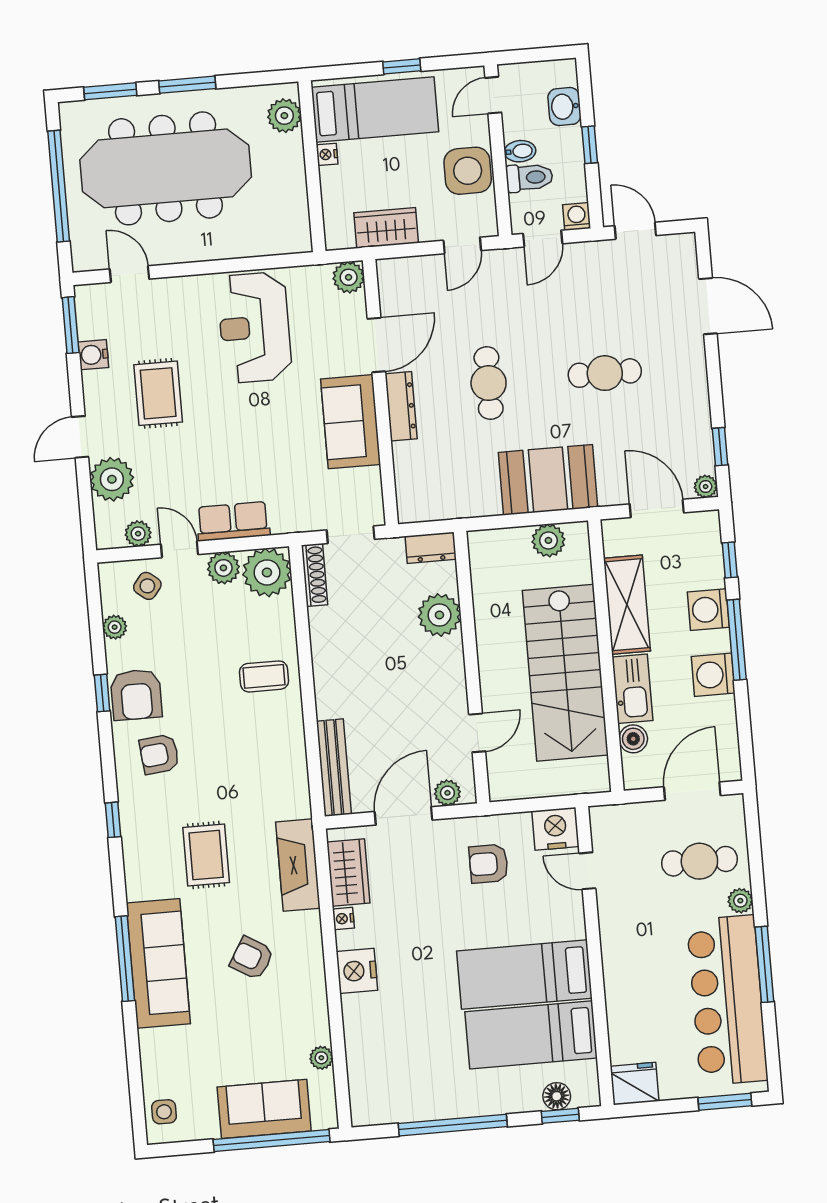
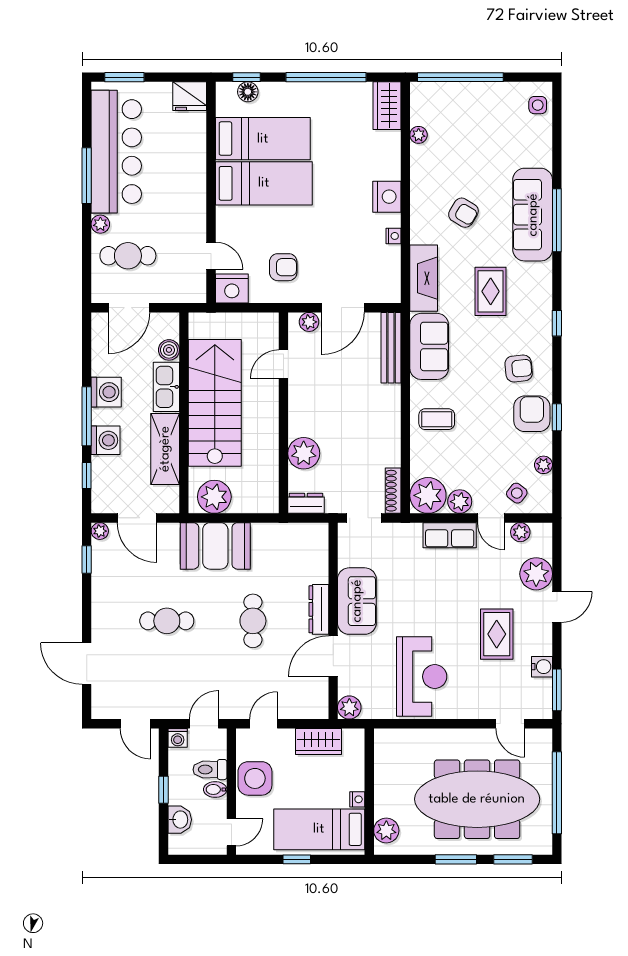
plant: (548, 540) -> (214, 497), width x1.36, depth x1.36
wardrobe: (348, 873) -> (387, 106), moved
sofa: (264, 1109) -> (429, 346), moved, turned -90

